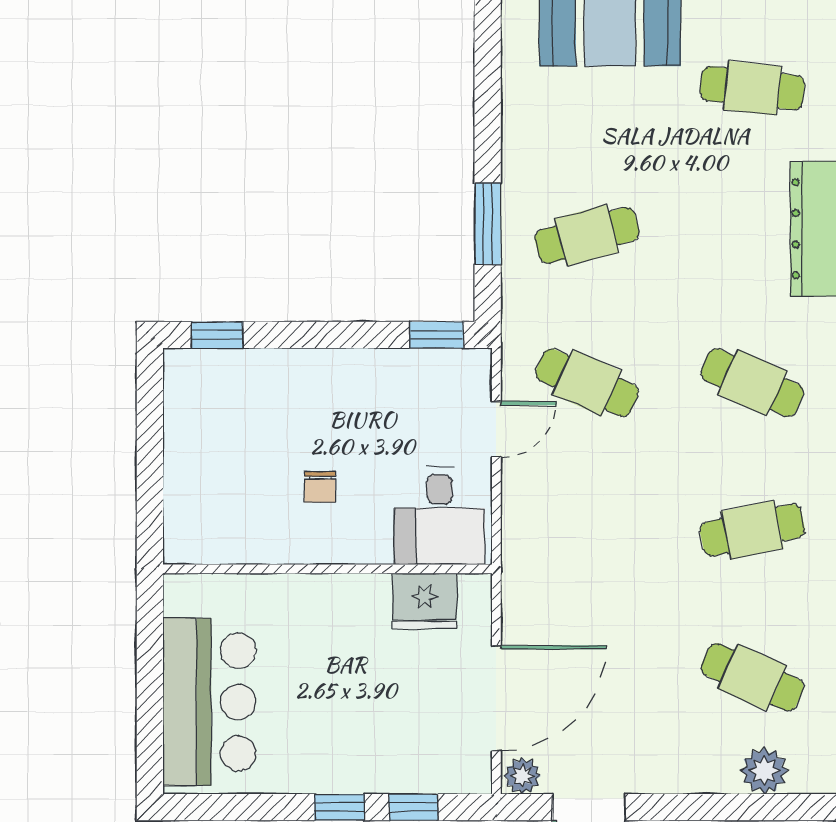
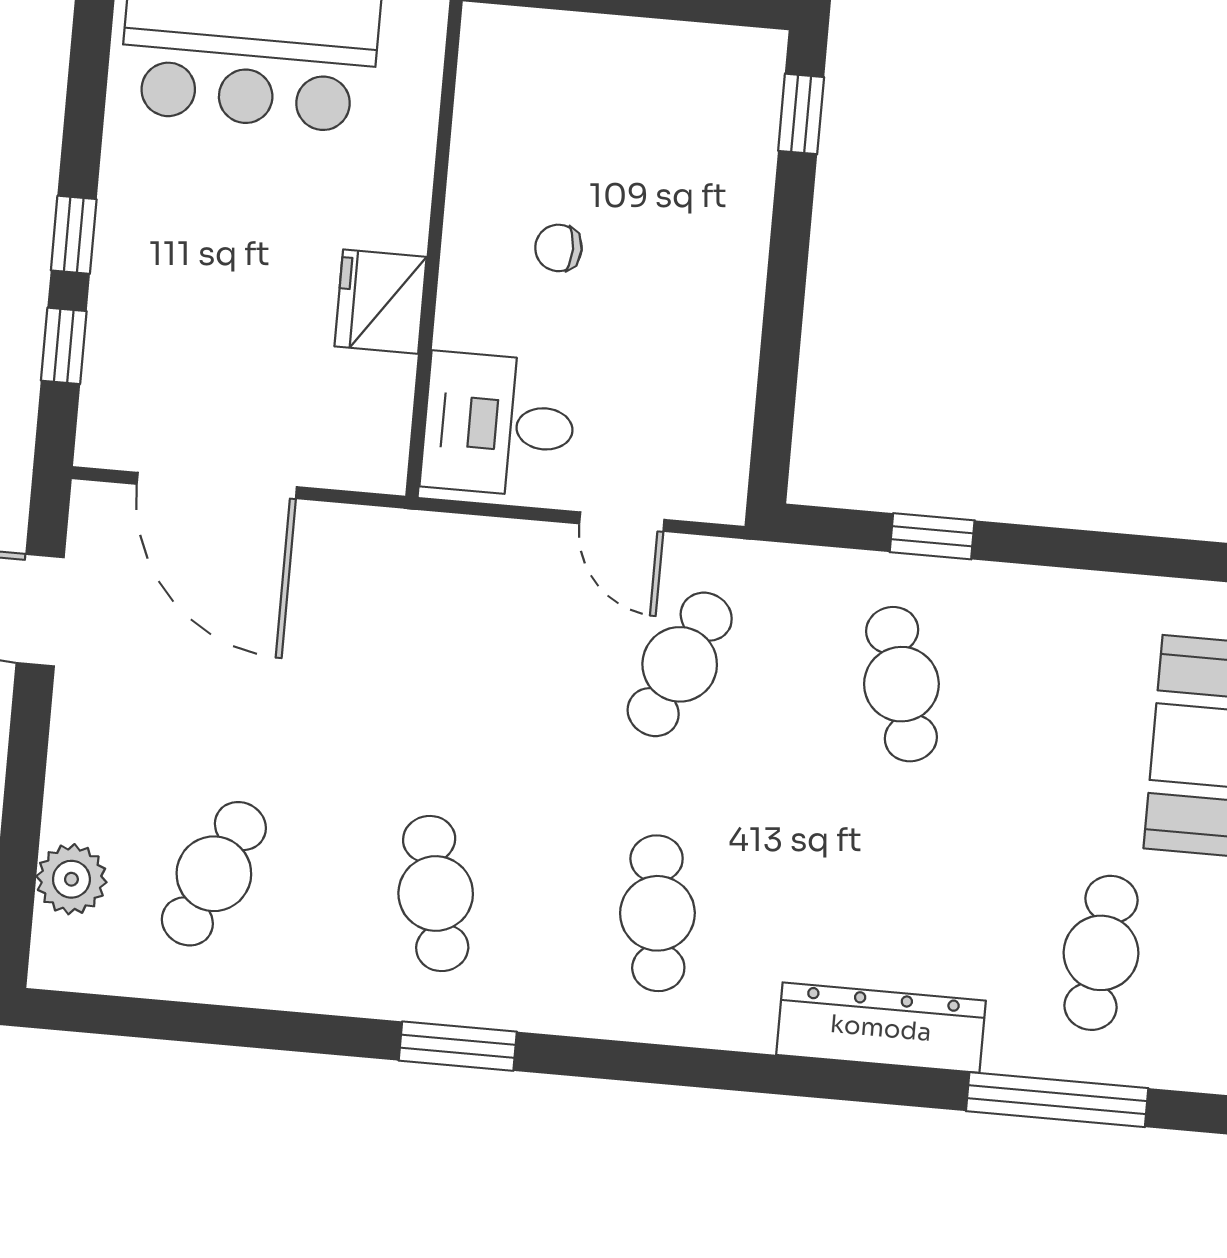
window: (488, 224) -> (932, 536), width x0.67
window: (436, 335) -> (772, 444), removed
cafe table: (752, 383) -> (657, 913), turned -30
fridge: (425, 601) -> (381, 302), moved
plant: (522, 776) -> (96, 514), removed

